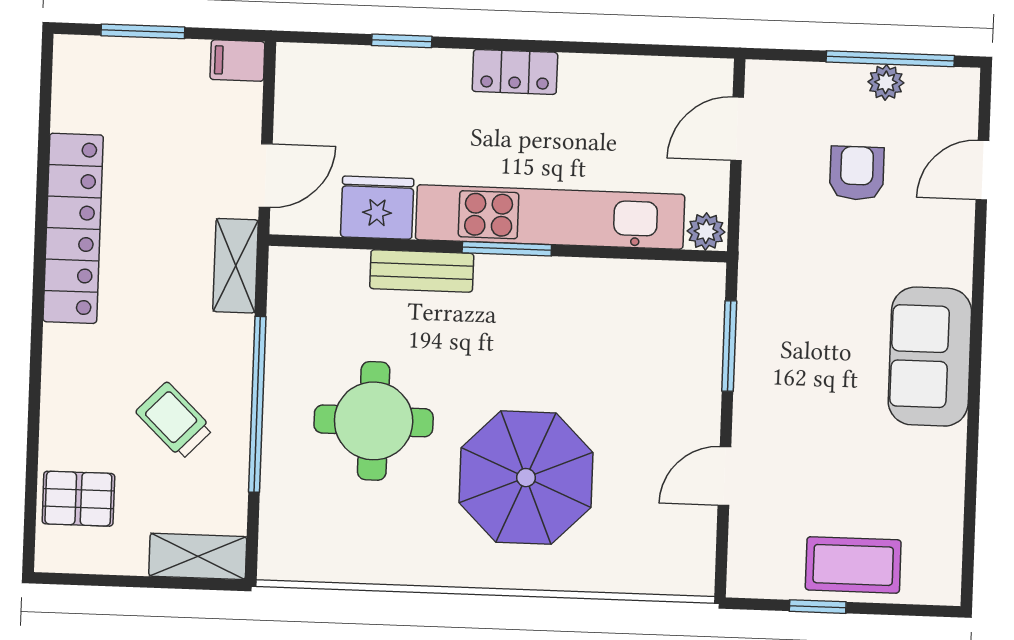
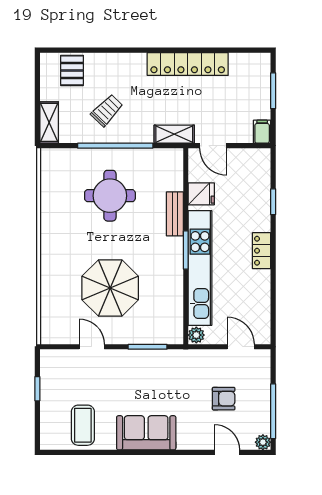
plant: (886, 82) -> (263, 442), moved
fridge: (377, 208) -> (201, 194), width x0.72
parasol: (526, 478) -> (110, 288), moved
coffee table: (853, 565) -> (83, 425), moved

